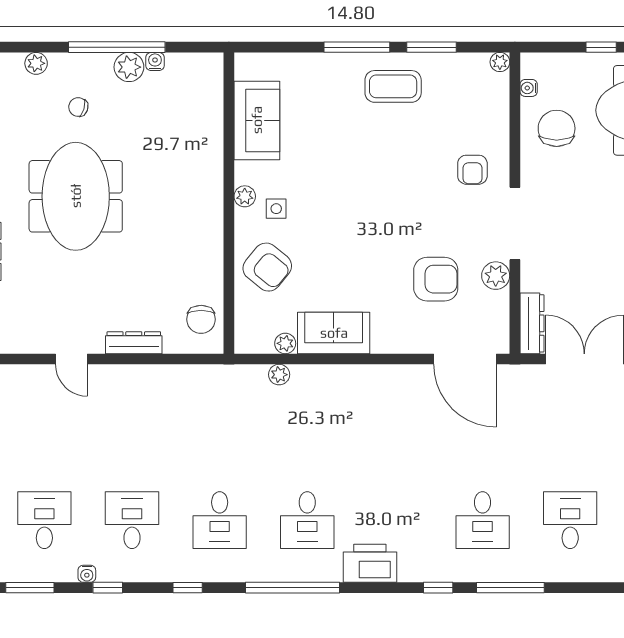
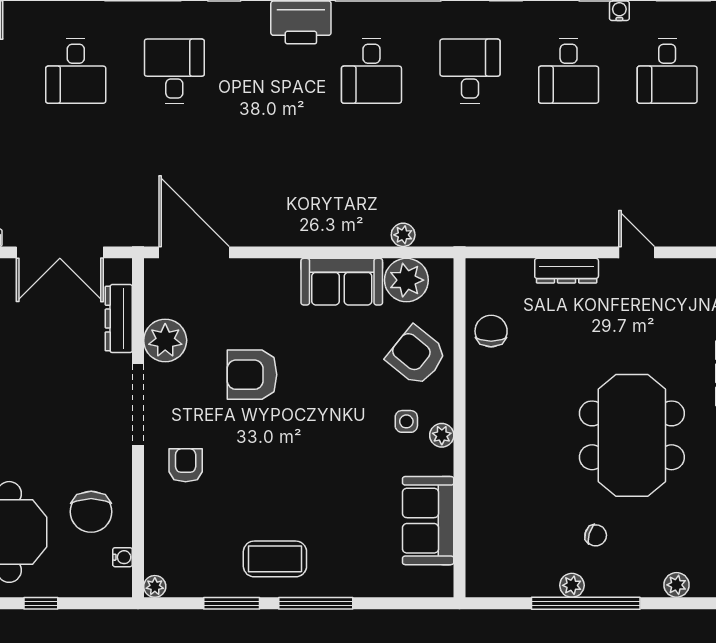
water cooler: (155, 61) -> (543, 587), removed
plant: (129, 67) -> (572, 585), width x0.73, depth x0.73
chair: (78, 107) -> (596, 535), moved
plant: (496, 276) -> (165, 340), width x1.36, depth x1.36
armchair: (436, 279) -> (252, 375), moved
chair: (201, 319) -> (491, 331), moved
dresser: (532, 323) -> (119, 319), moved
plant: (285, 343) -> (406, 280), width x1.88, depth x1.88
desk: (307, 520) -> (371, 71), turned 180

